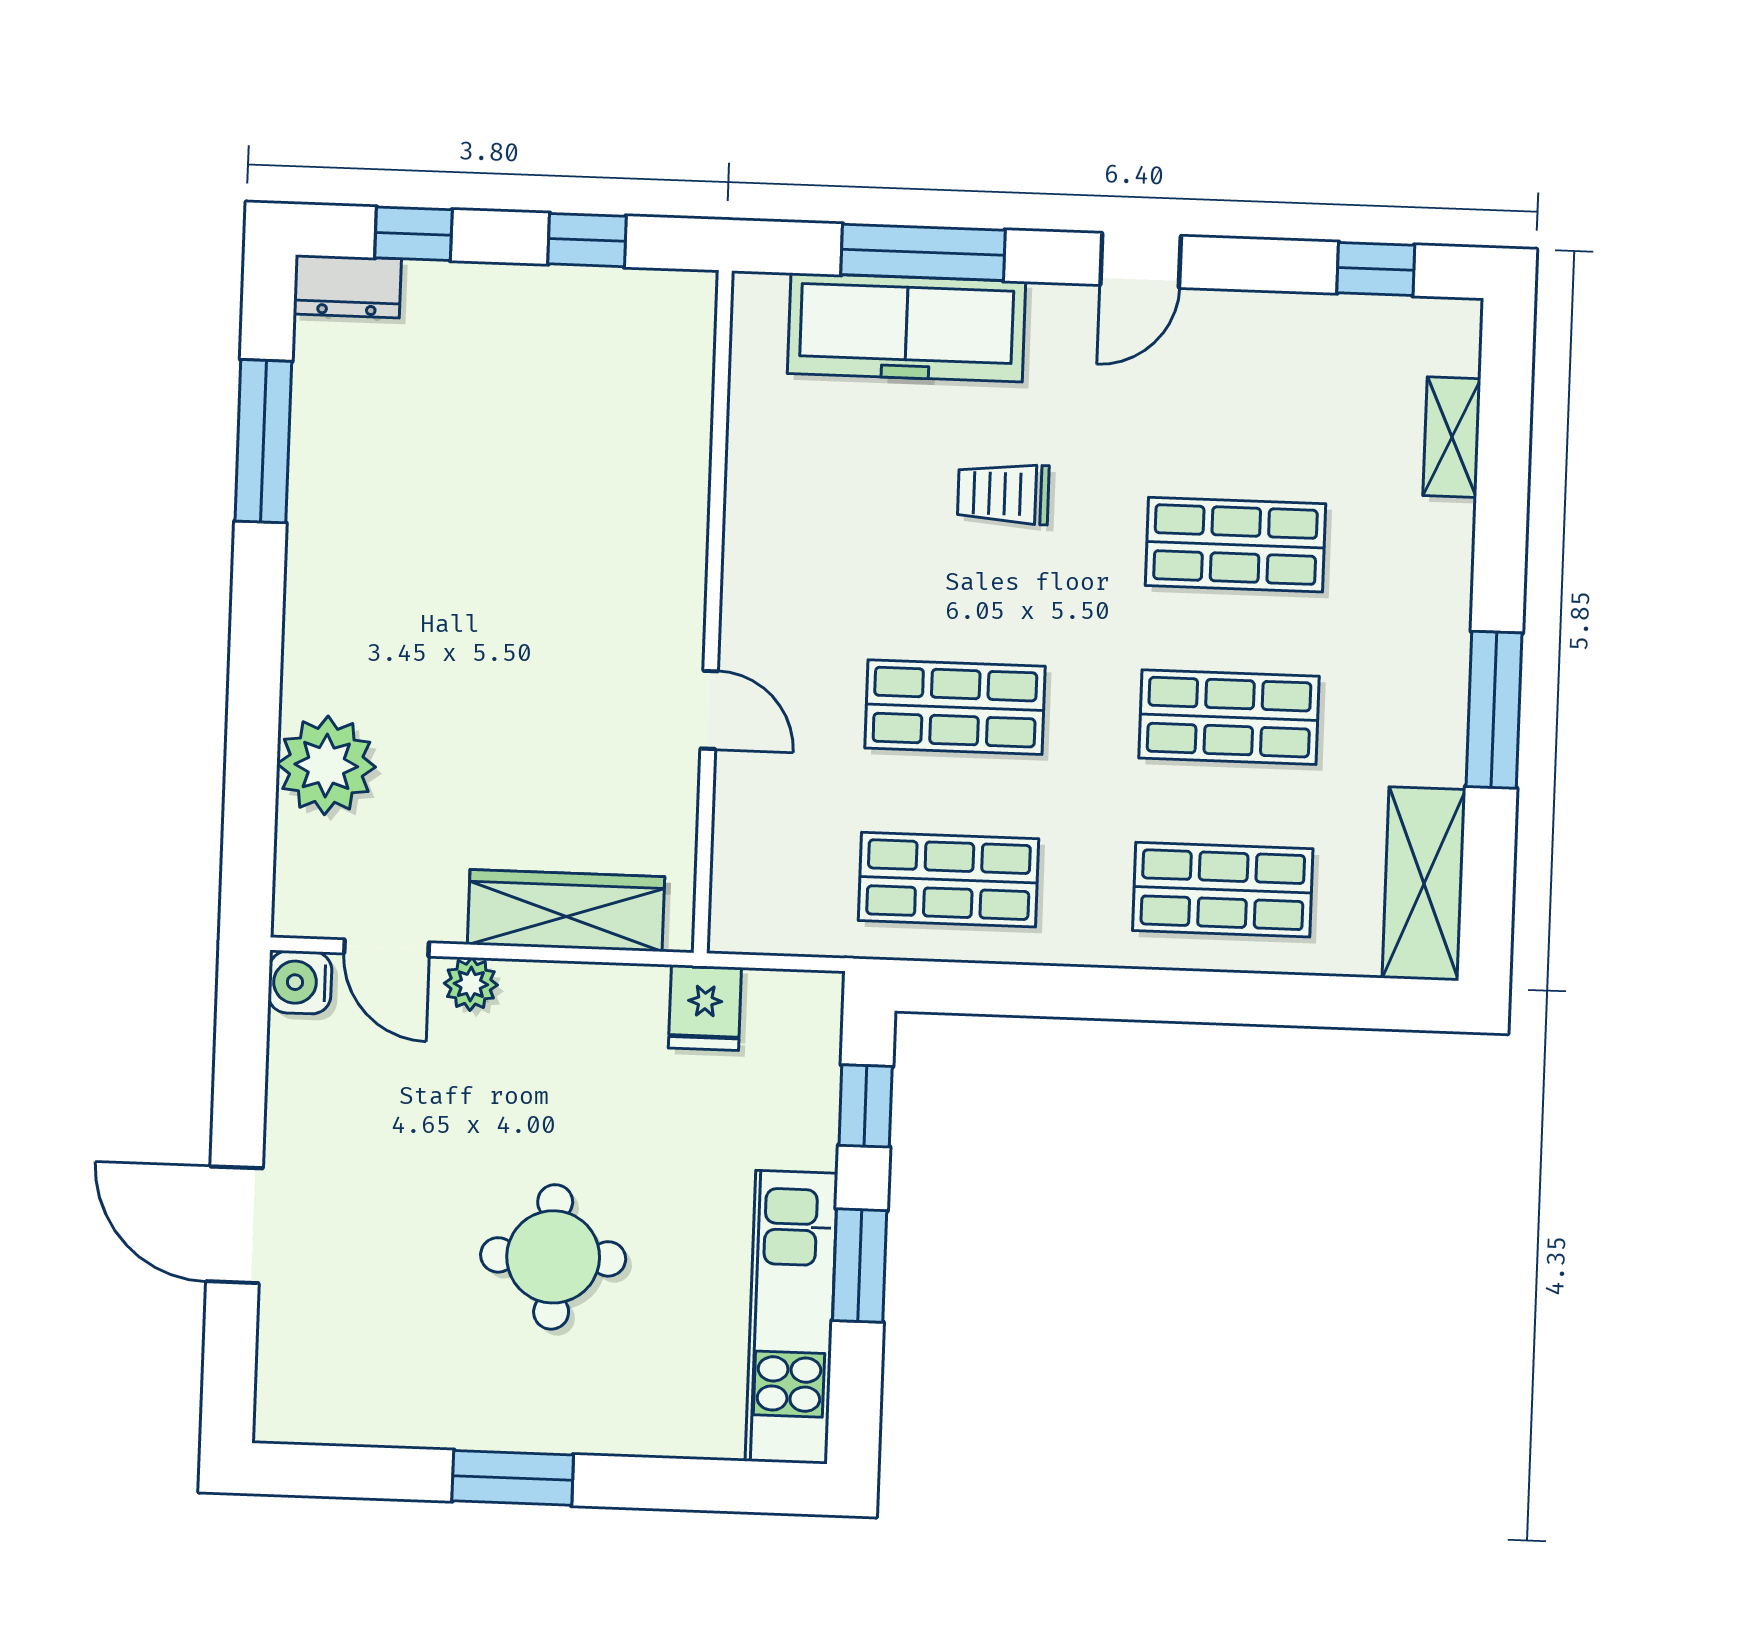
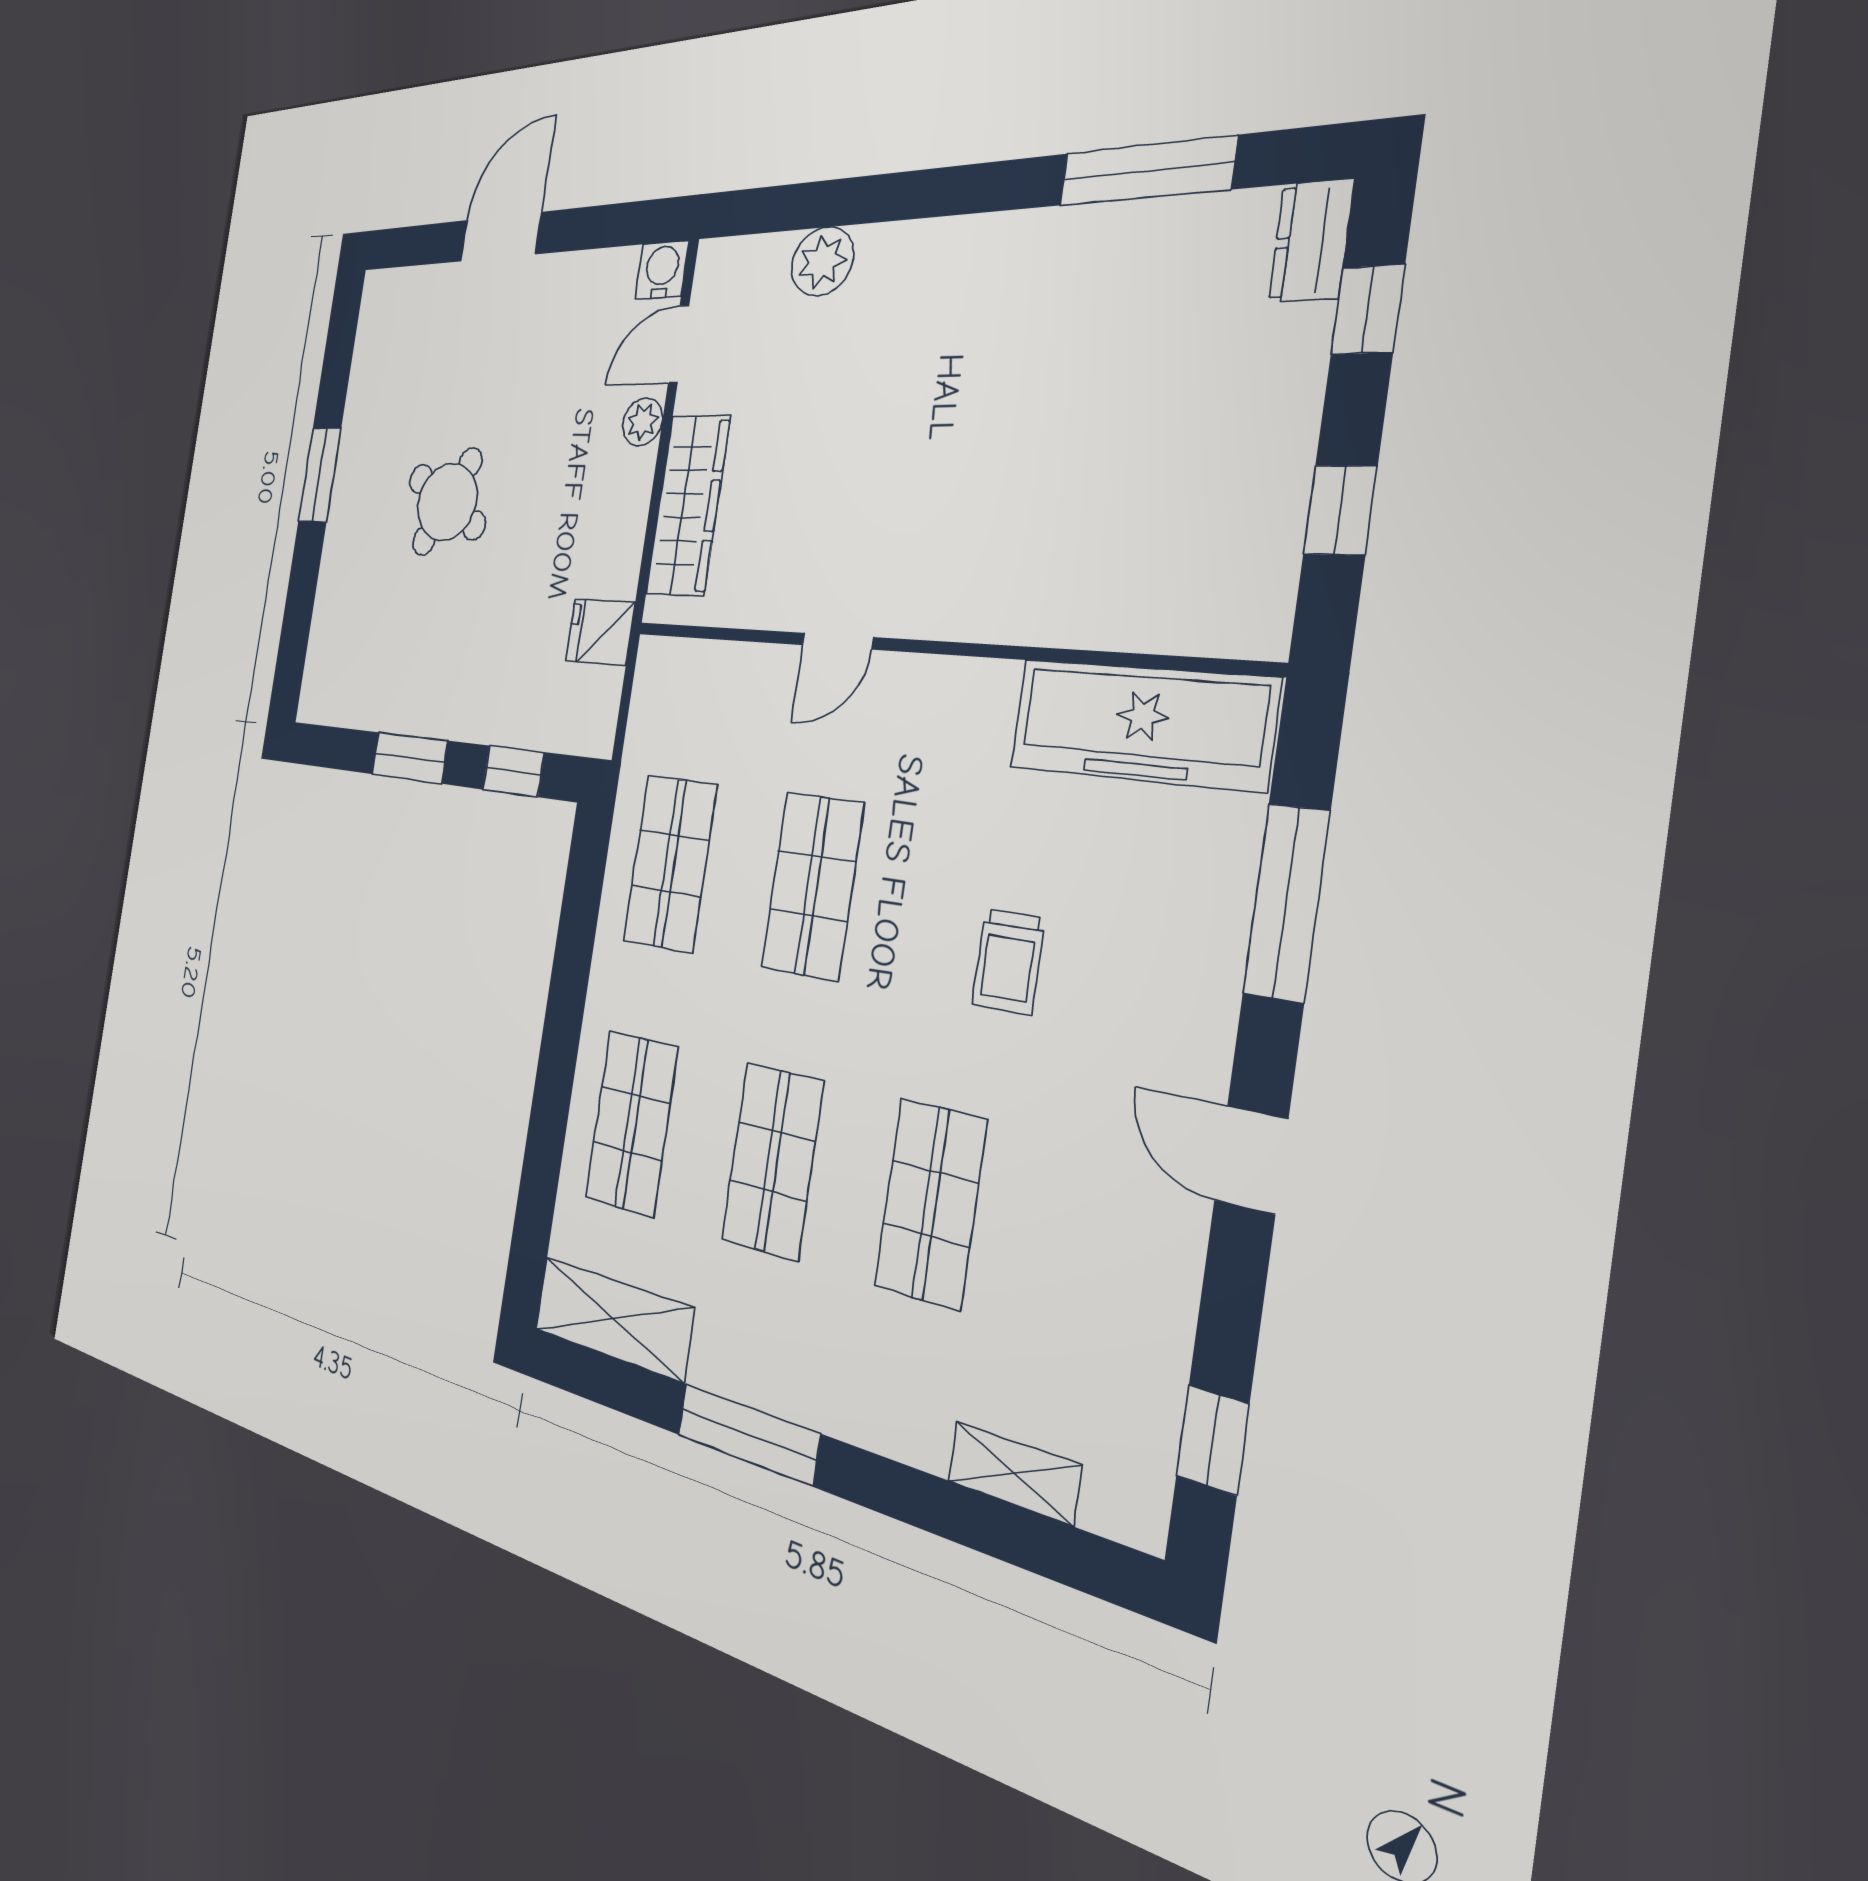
freezer: (907, 328) -> (1141, 724), moved, turned -90
trolley: (1003, 494) -> (1008, 961), turned 180
plant: (326, 765) -> (822, 261), width x0.73, depth x0.73
round table: (553, 1257) -> (447, 502), turned 30
kitchen unit: (791, 1317) -> (385, 699), removed

